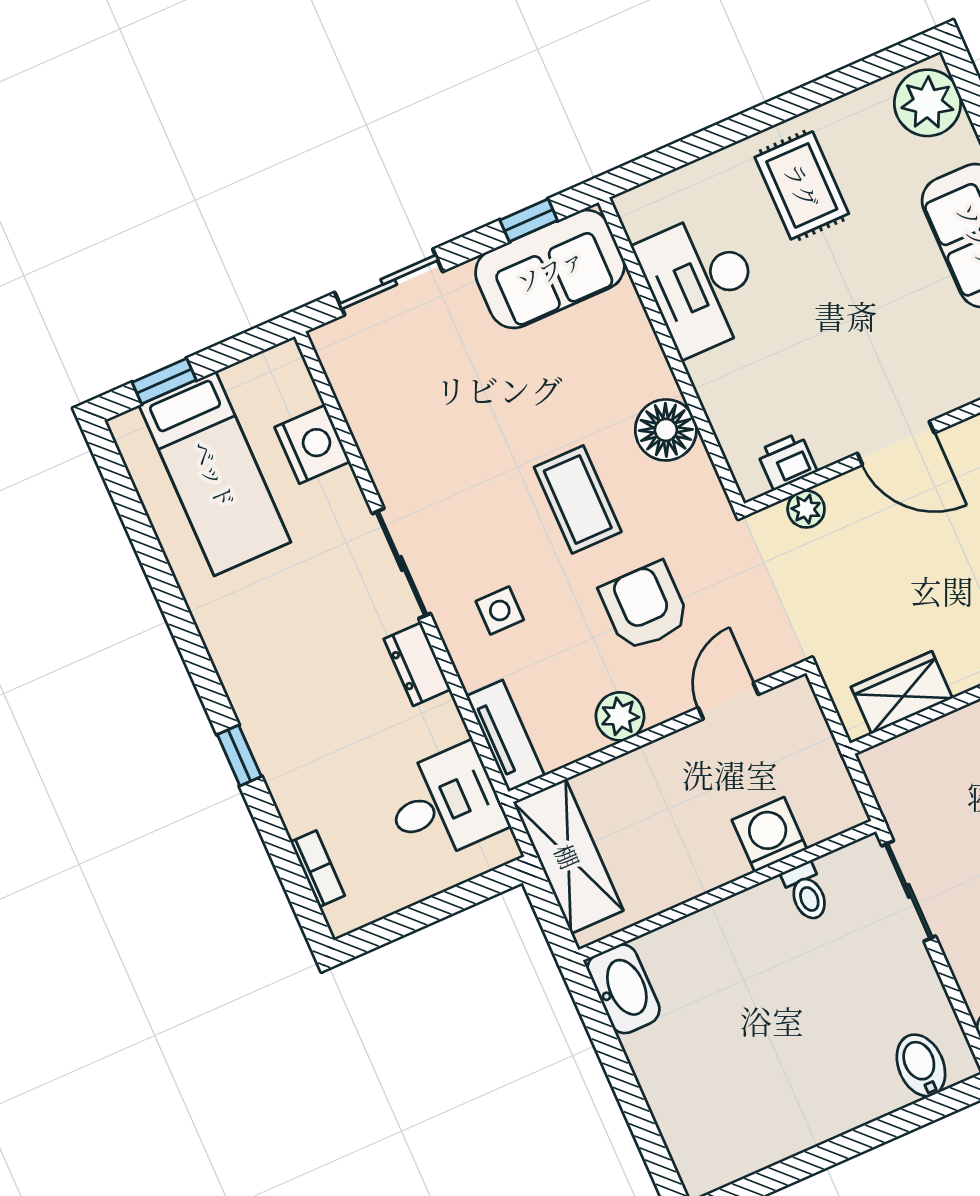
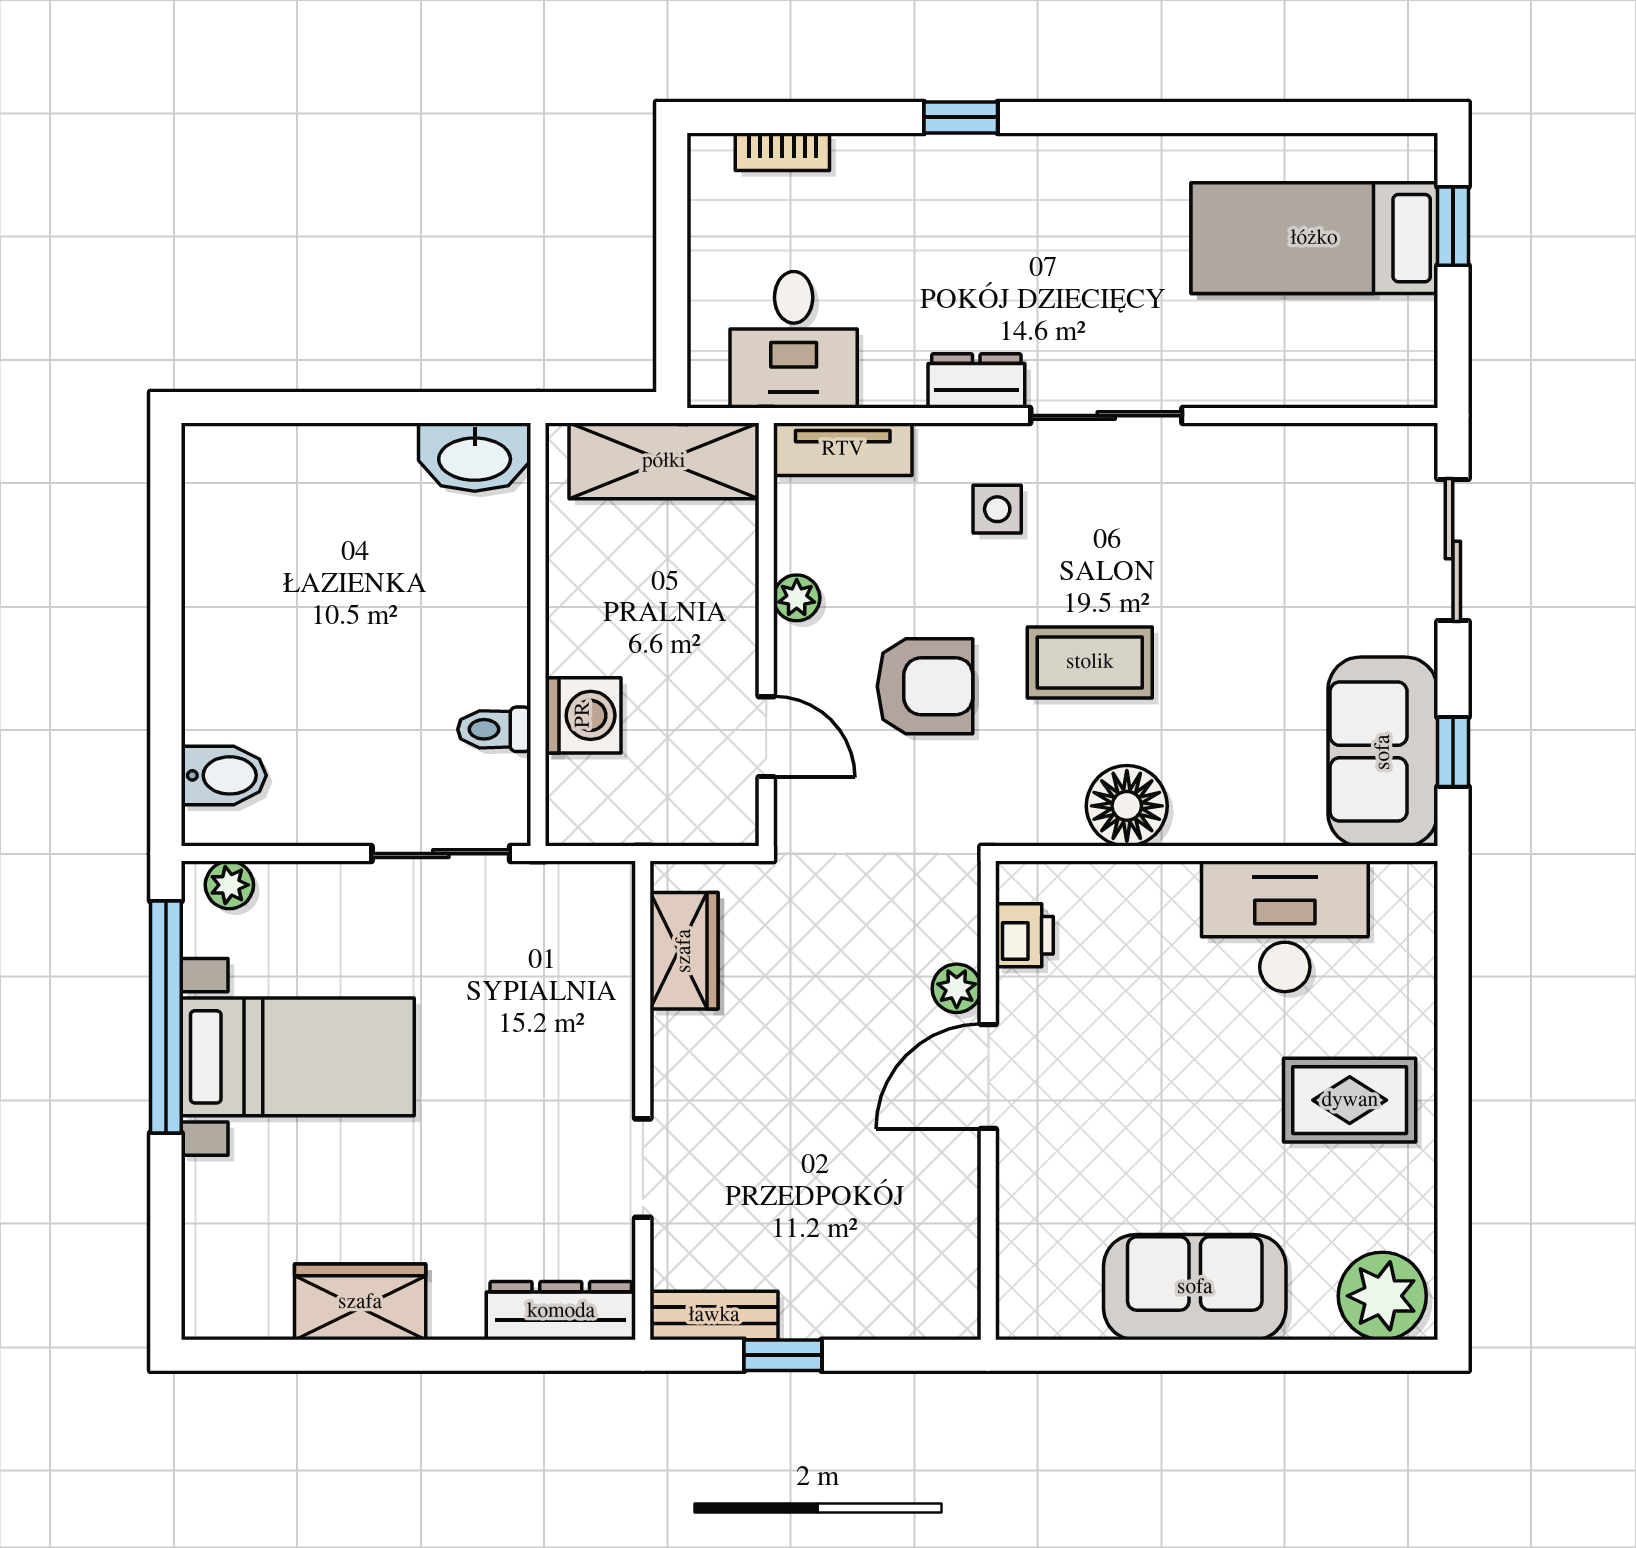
nightstand: (312, 444) -> (1298, 371), removed
plant: (806, 509) -> (957, 988), moved
plant: (620, 716) -> (797, 598), width x0.73, depth x0.73

